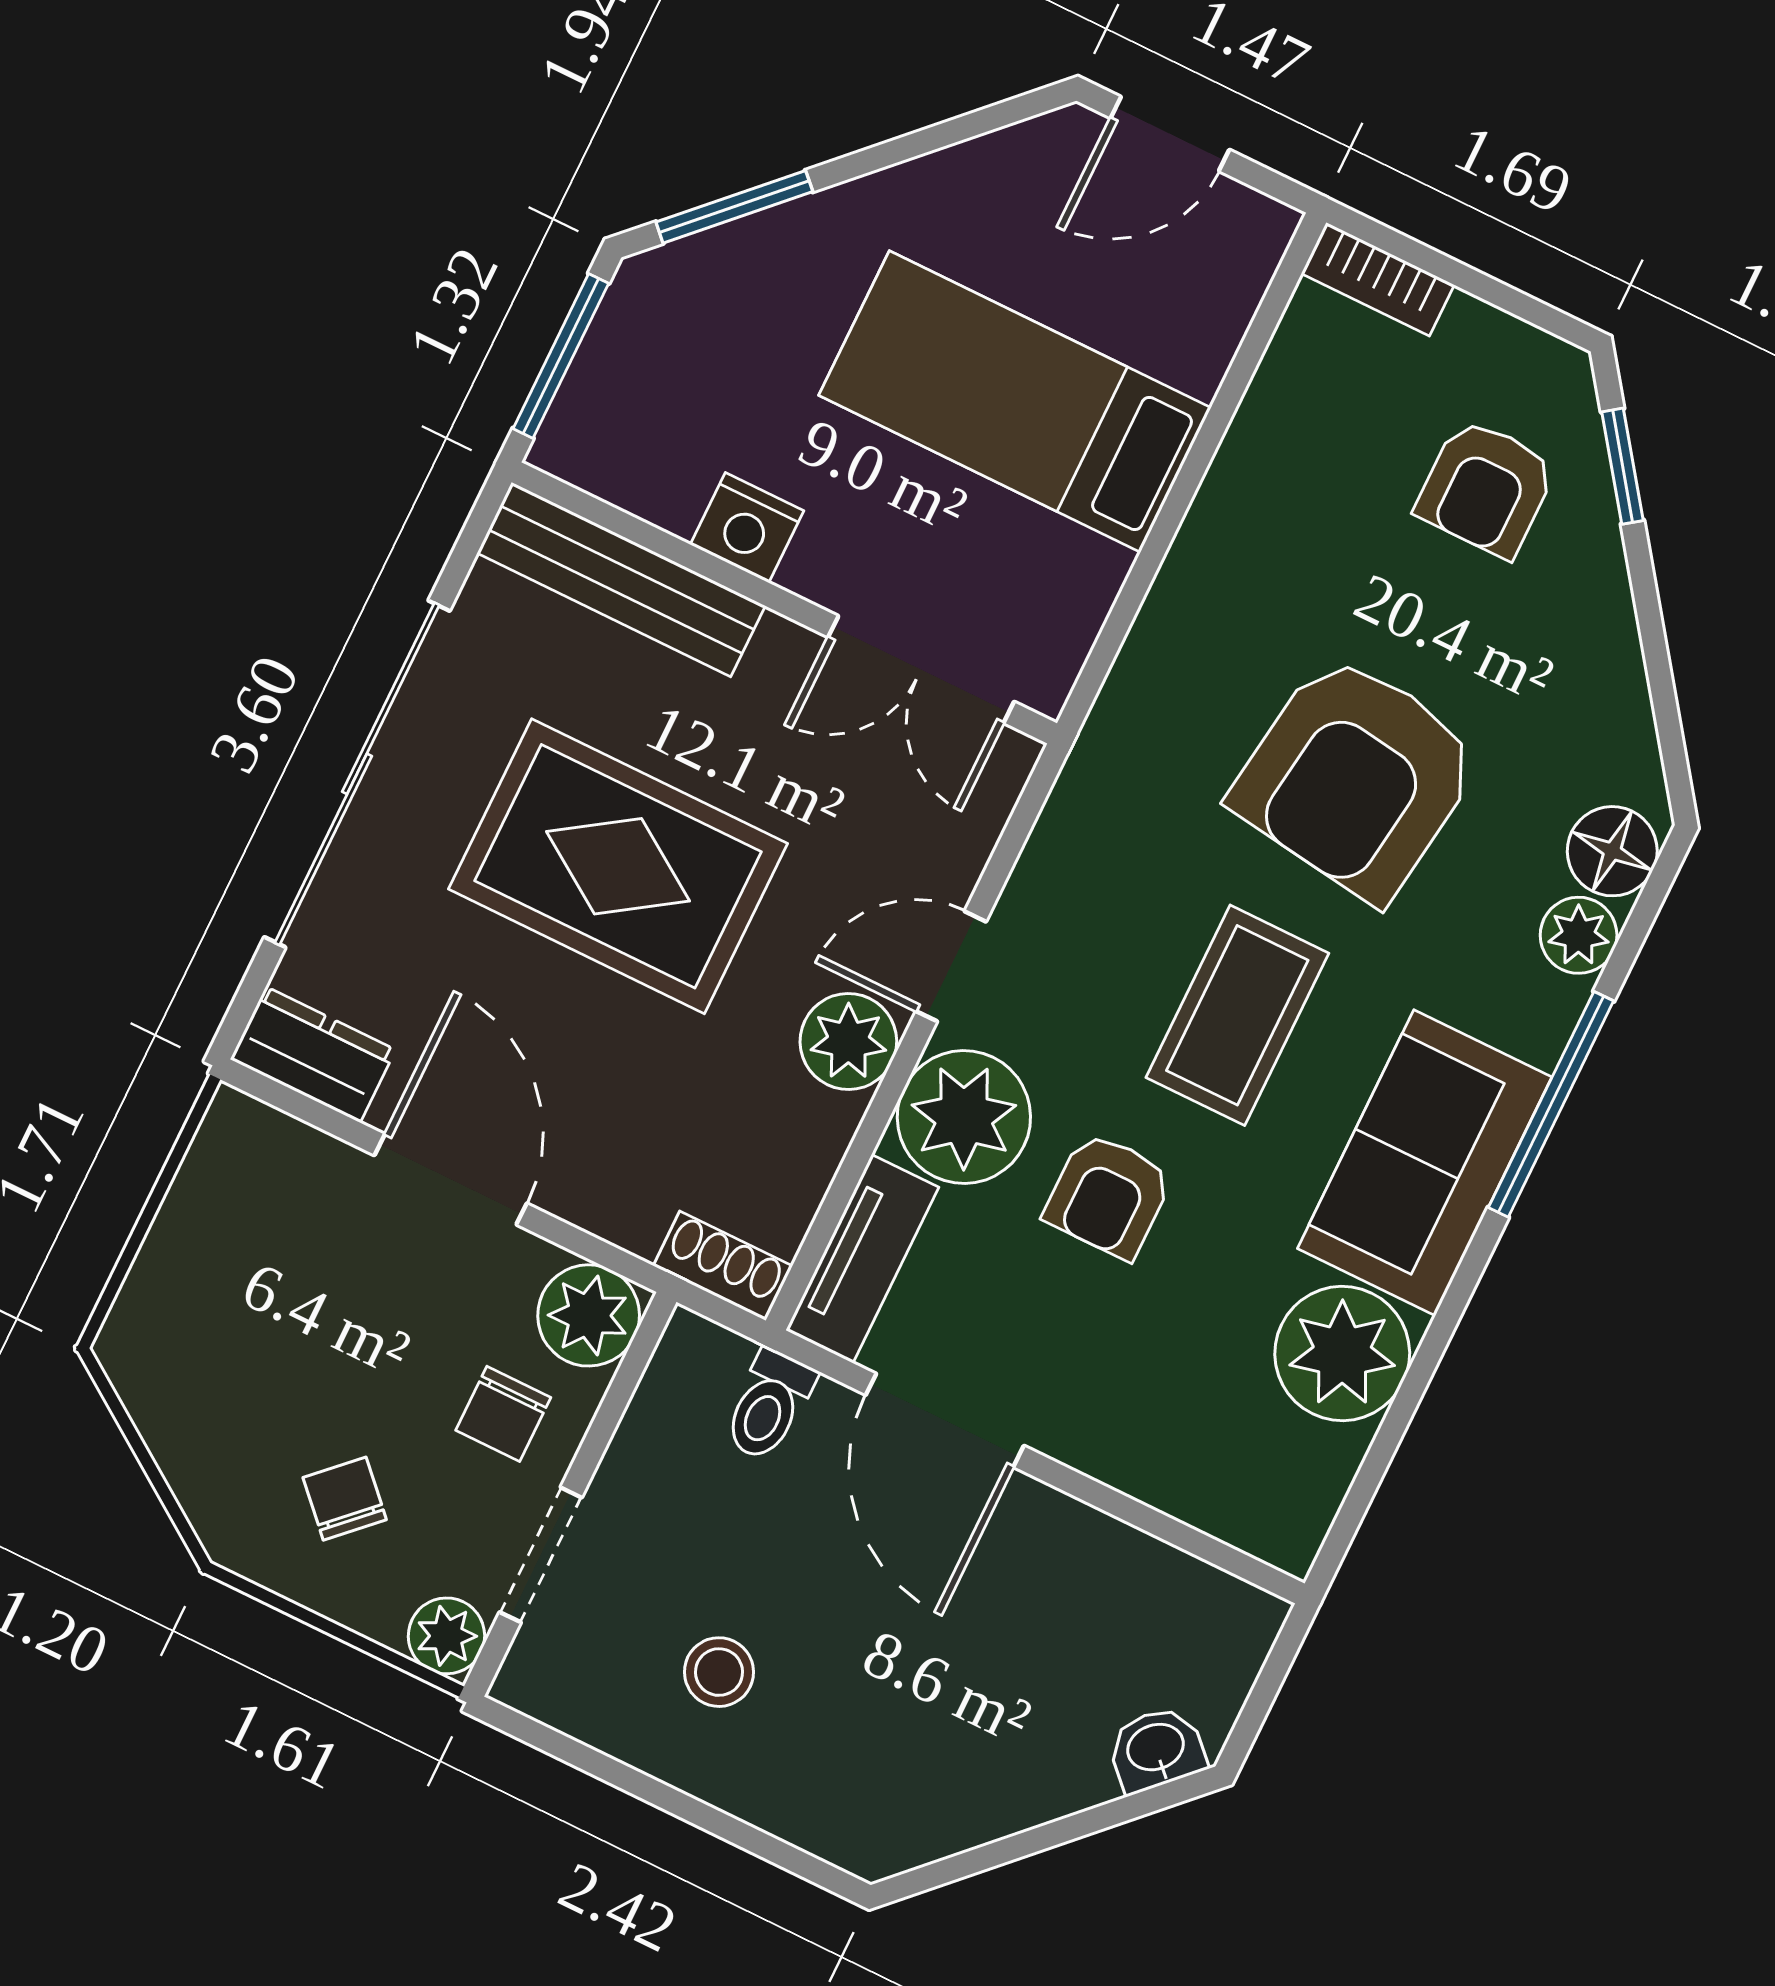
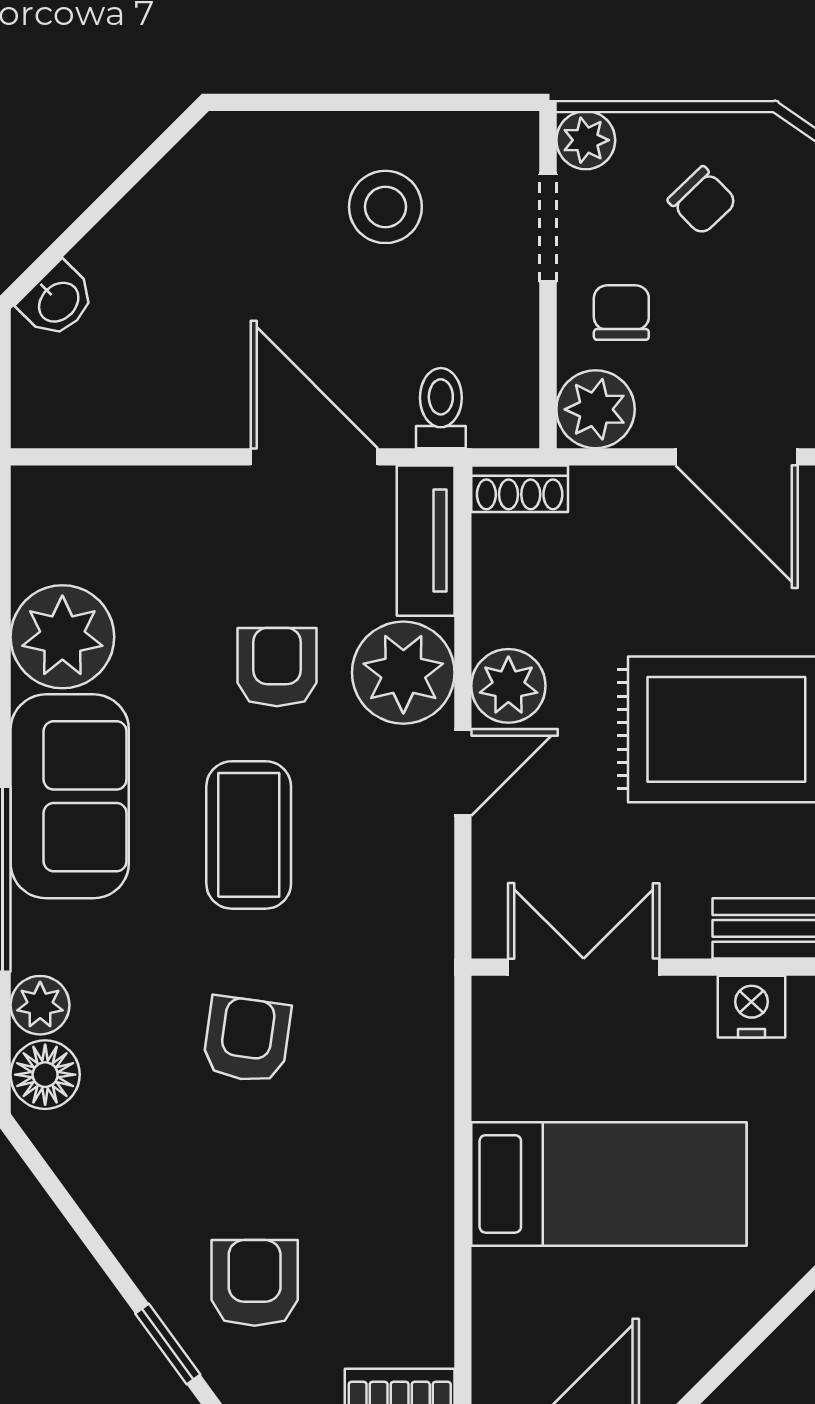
armchair: (1356, 777) -> (247, 1040), width x0.53, depth x0.53
stool: (719, 1672) -> (385, 207), width x1.37, depth x1.37

